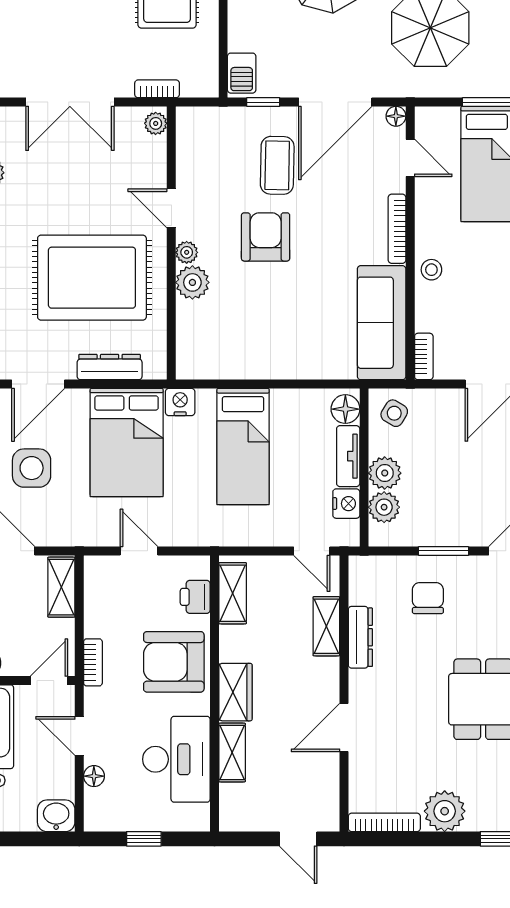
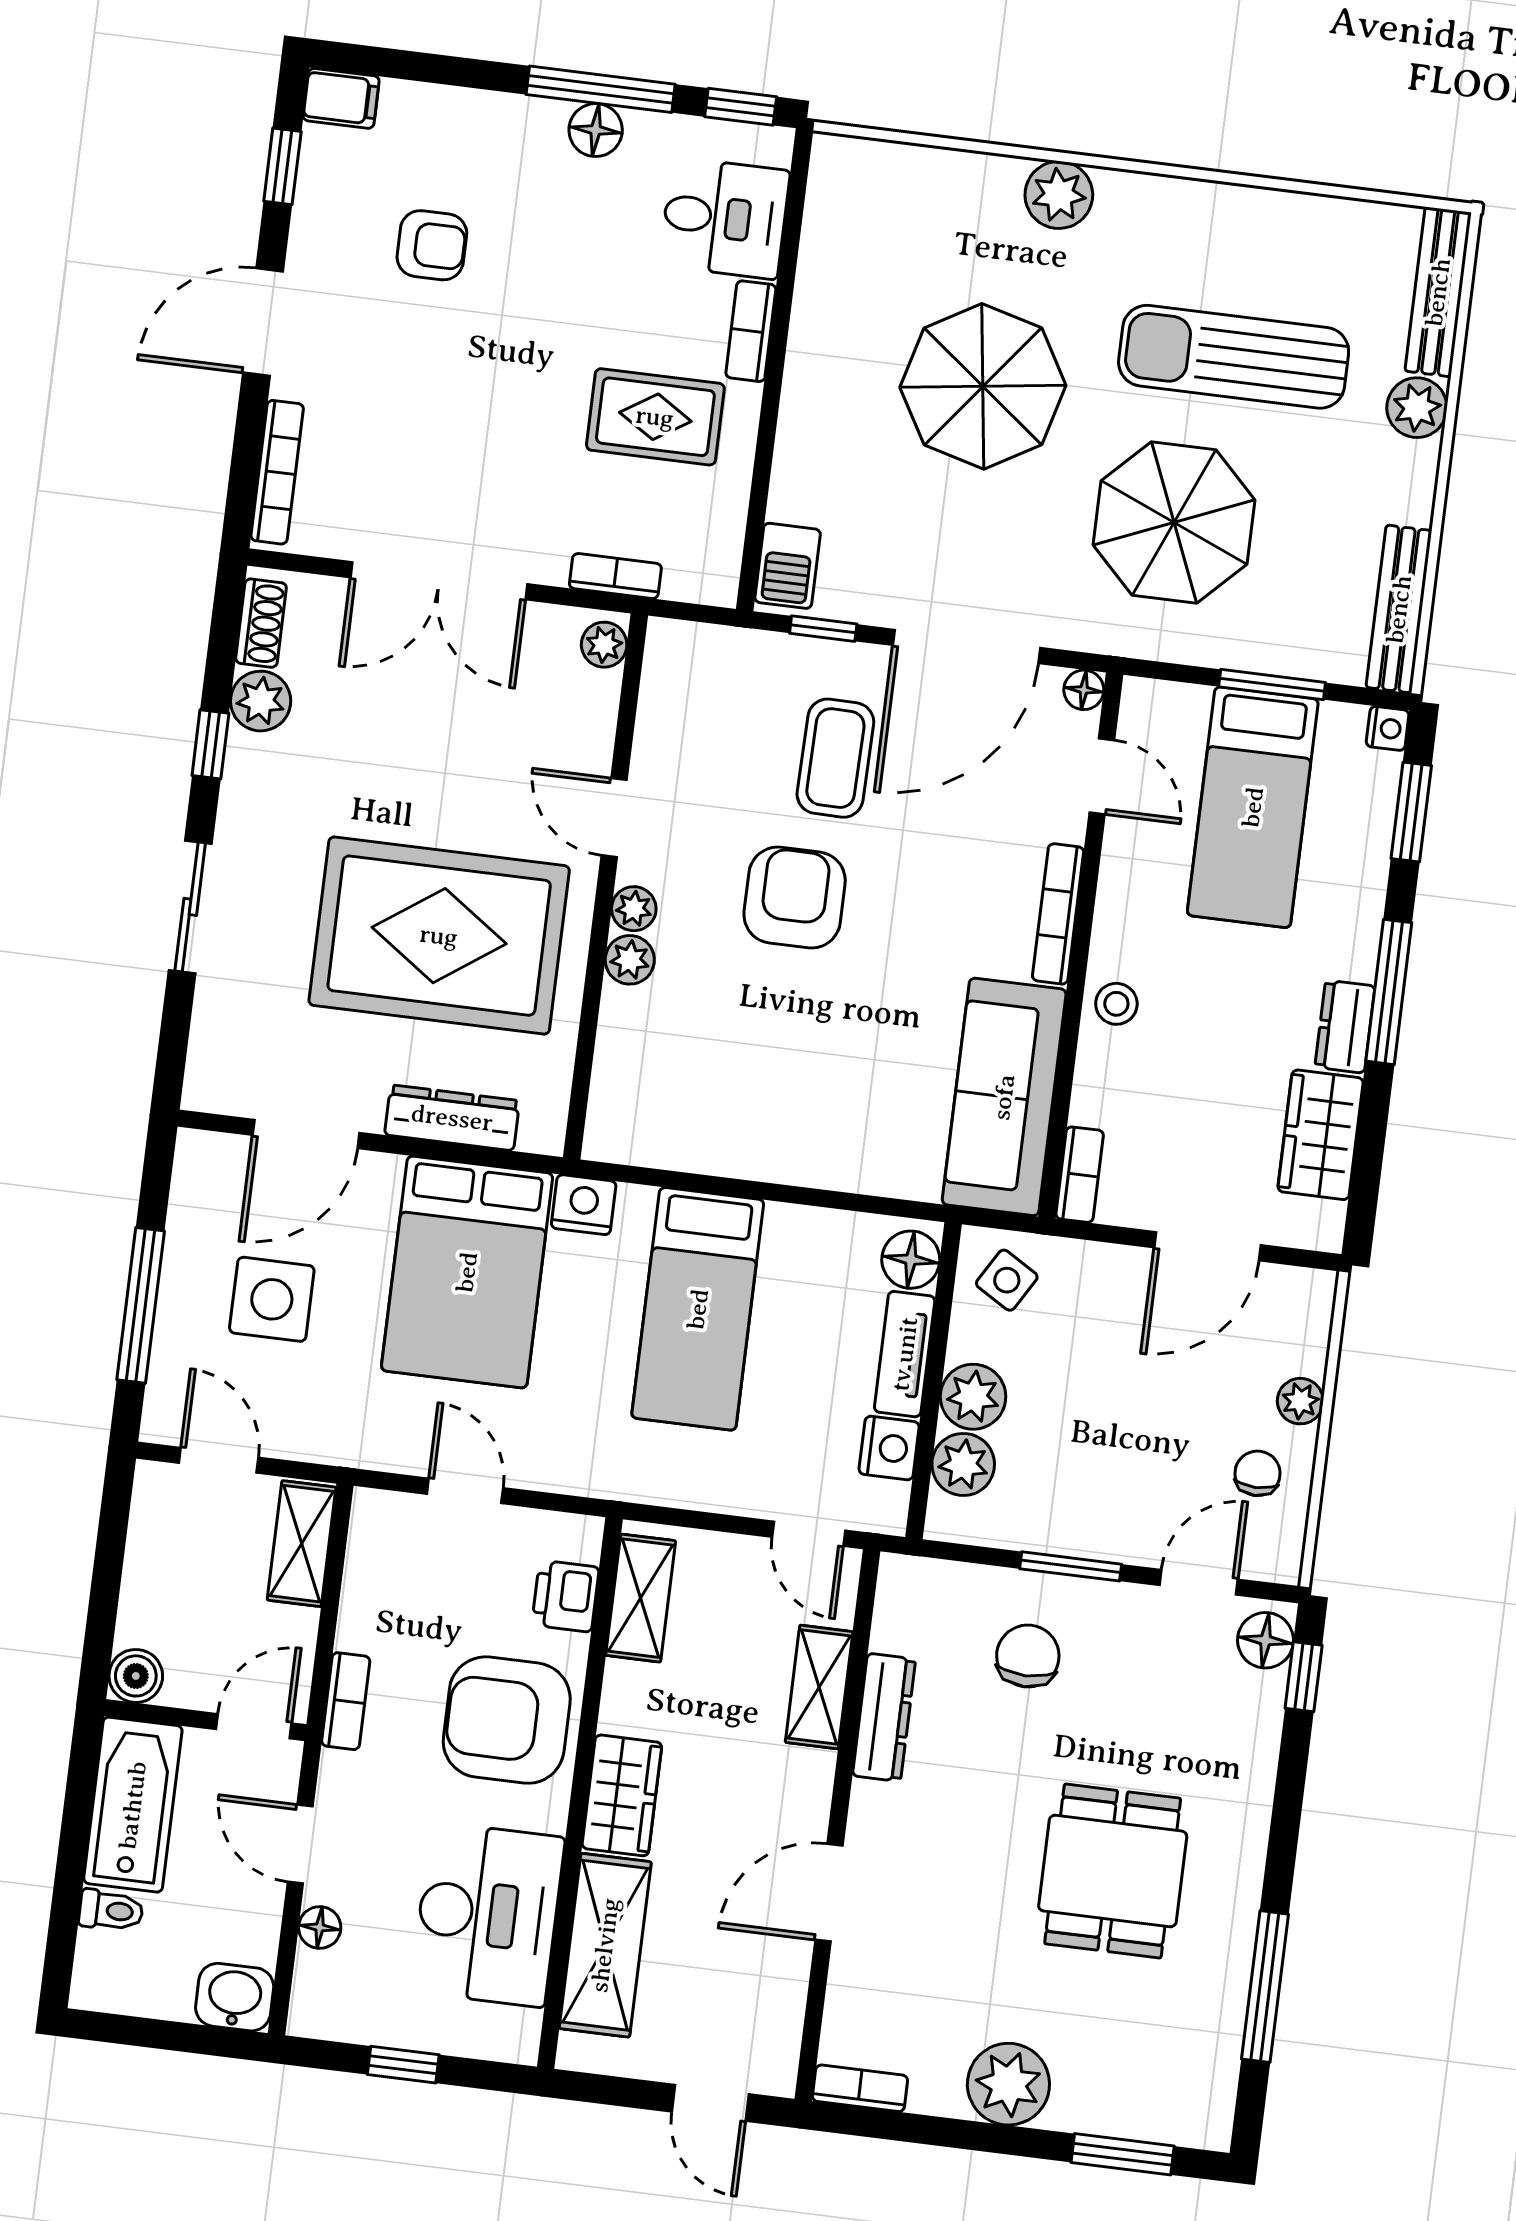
plant: (192, 282) -> (630, 960), width x0.73, depth x0.73
shelving: (232, 753) -> (605, 1945), width x1.50, depth x1.33
bookcase: (384, 822) -> (860, 2088), width x0.64

